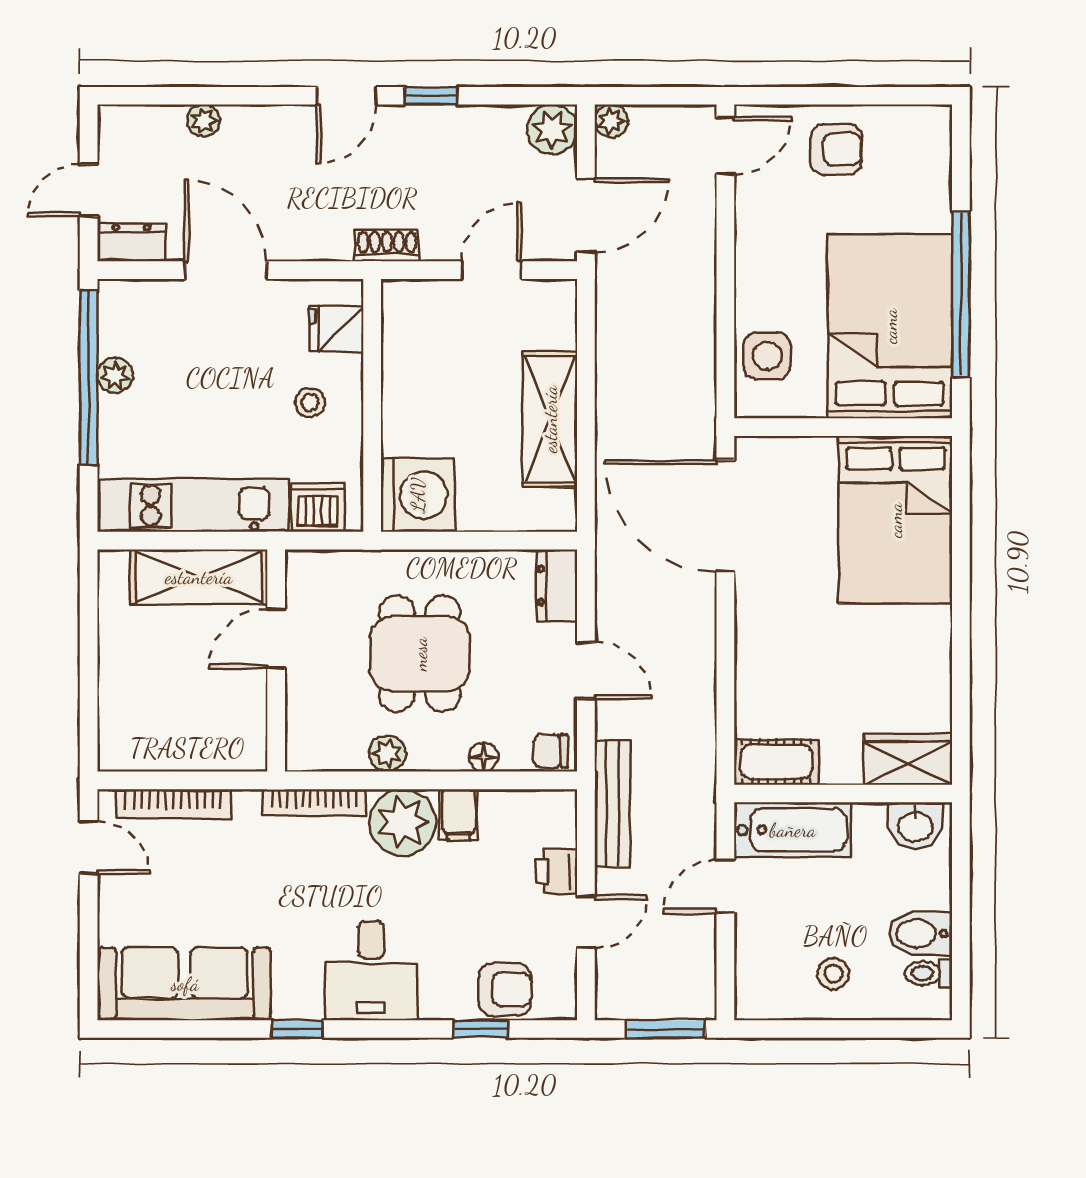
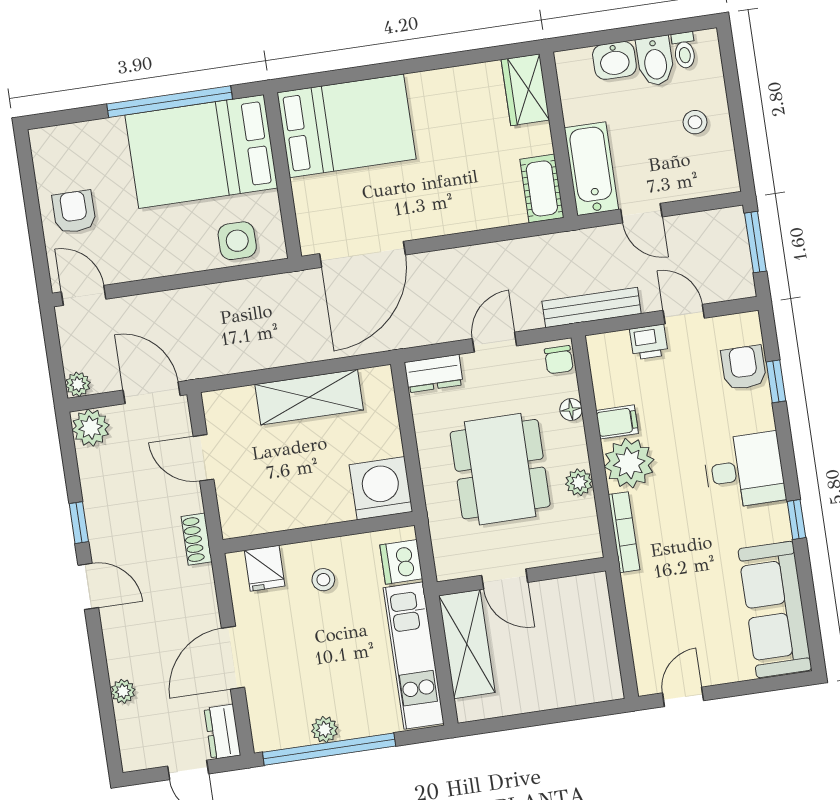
dining table: (420, 654) -> (500, 469), width x1.38
bookcase: (173, 804) -> (641, 638), removed
washbasin: (915, 825) -> (614, 60), moved, turned 90

